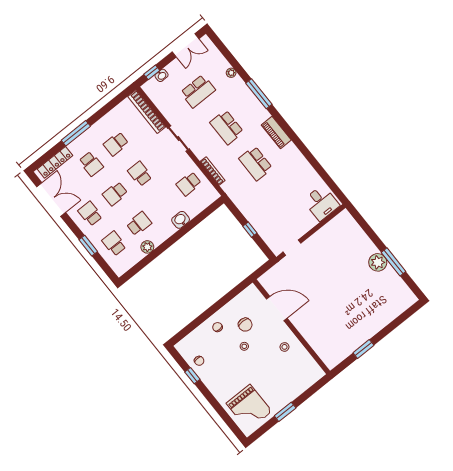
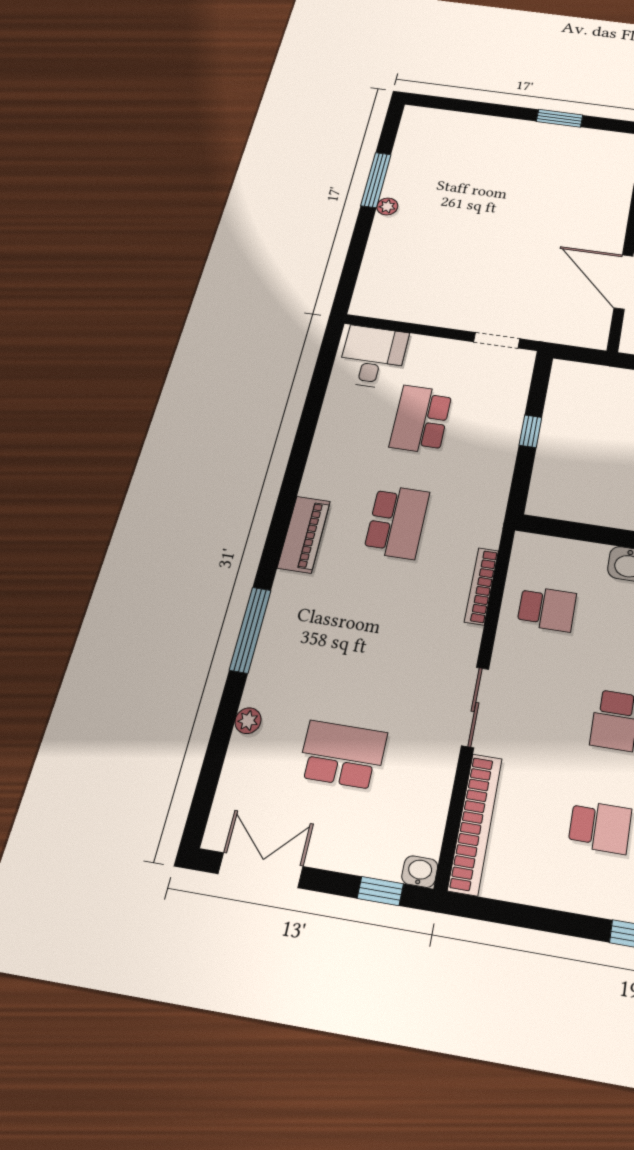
washbasin: (162, 75) -> (420, 872), moved
school desk: (227, 127) -> (421, 419), moved, turned 180
plant: (378, 262) -> (387, 206), width x0.53, depth x0.53

